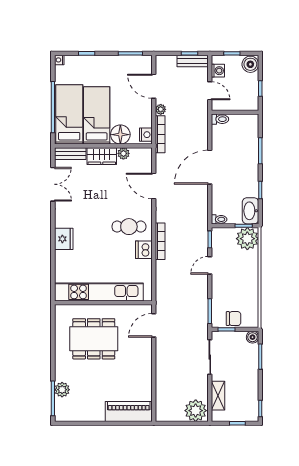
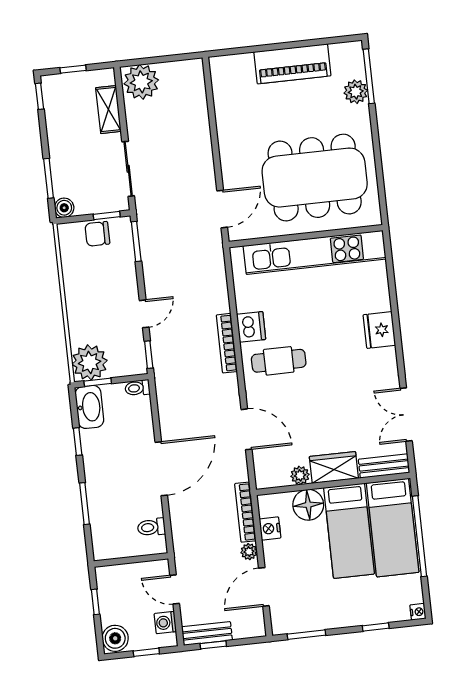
door: (154, 86) -> (264, 587), swing flipped
toilet: (220, 119) -> (151, 527), moved
nightstand: (146, 135) -> (270, 528), moved
dining table: (94, 339) -> (315, 178), width x1.36, depth x1.24
piano: (129, 411) -> (292, 64), moved

